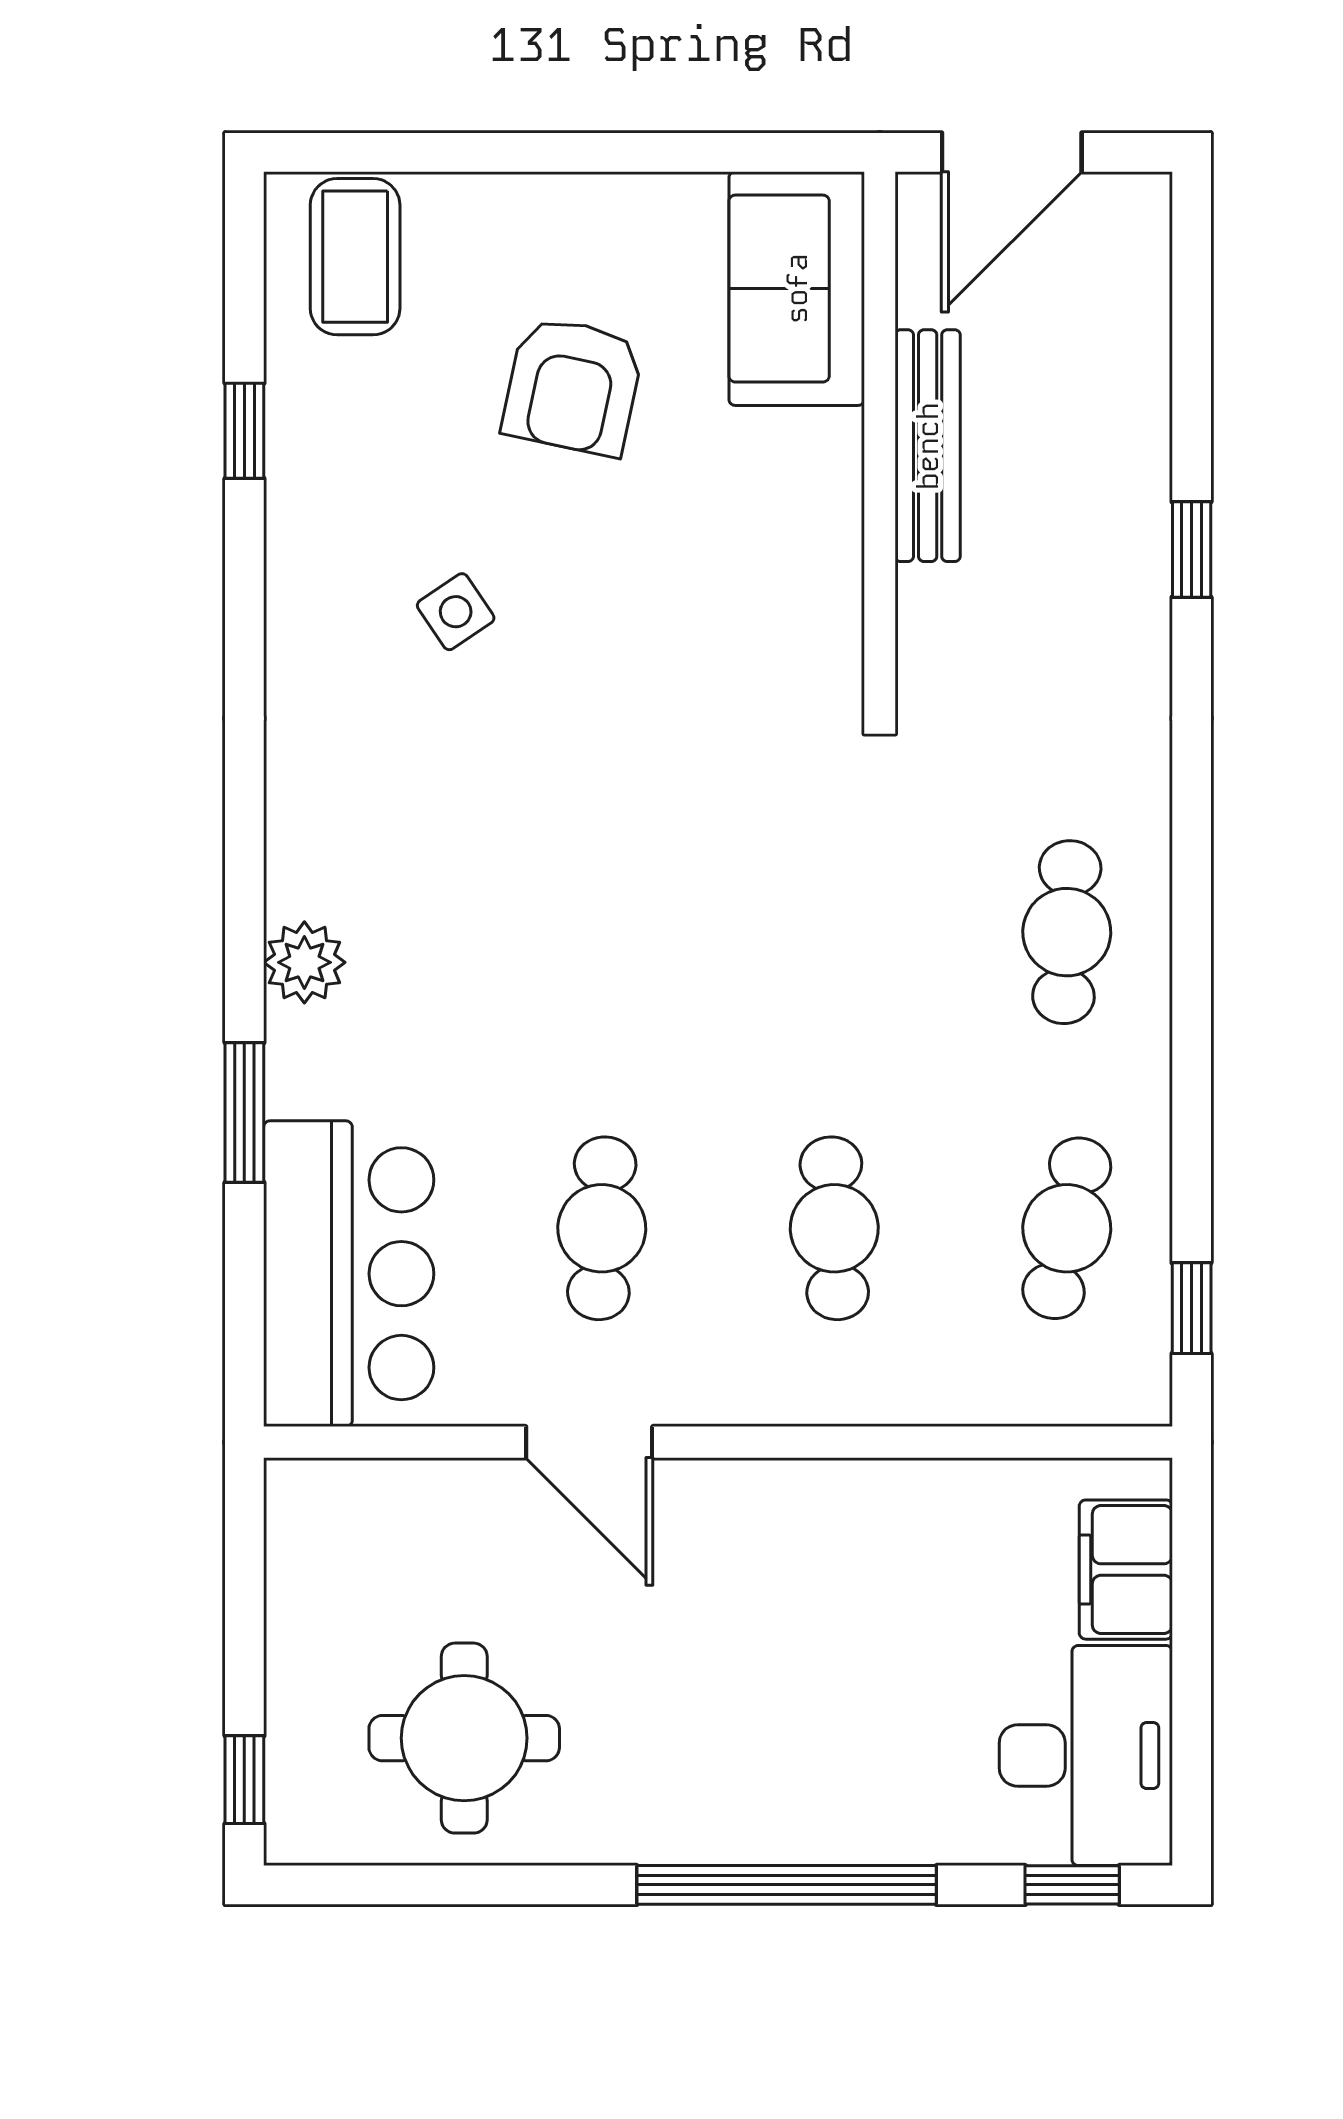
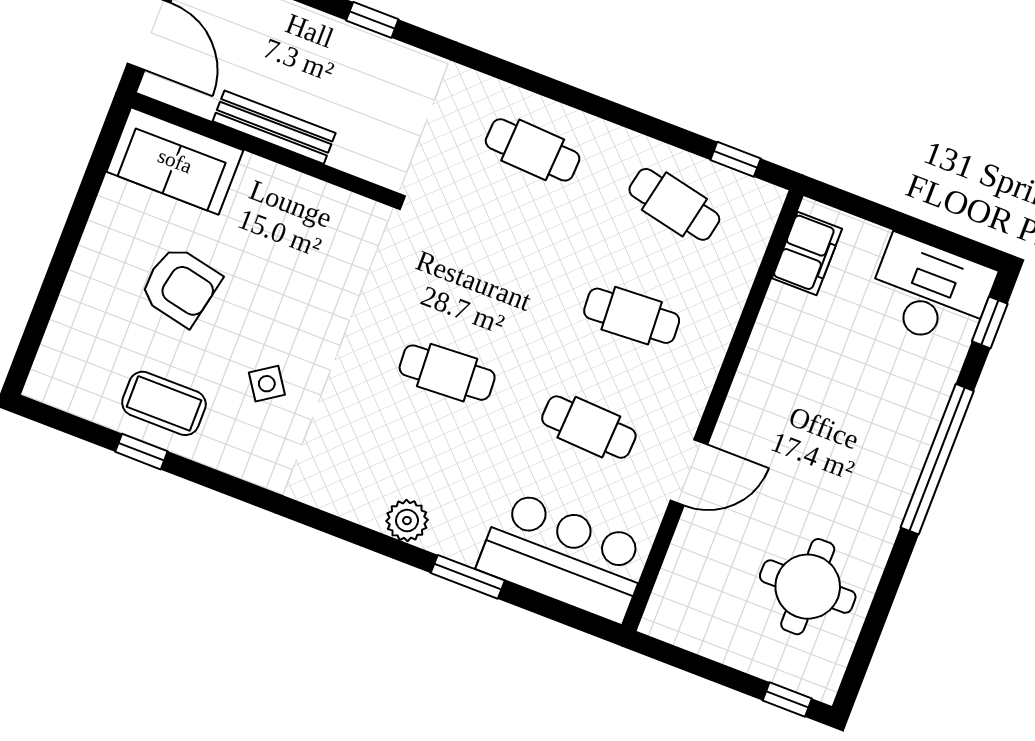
coffee table: (355, 257) -> (164, 403), moved
cafe table: (602, 932) -> (447, 373), added
filing cabinet: (1126, 1570) -> (807, 254), moved, turned -90

